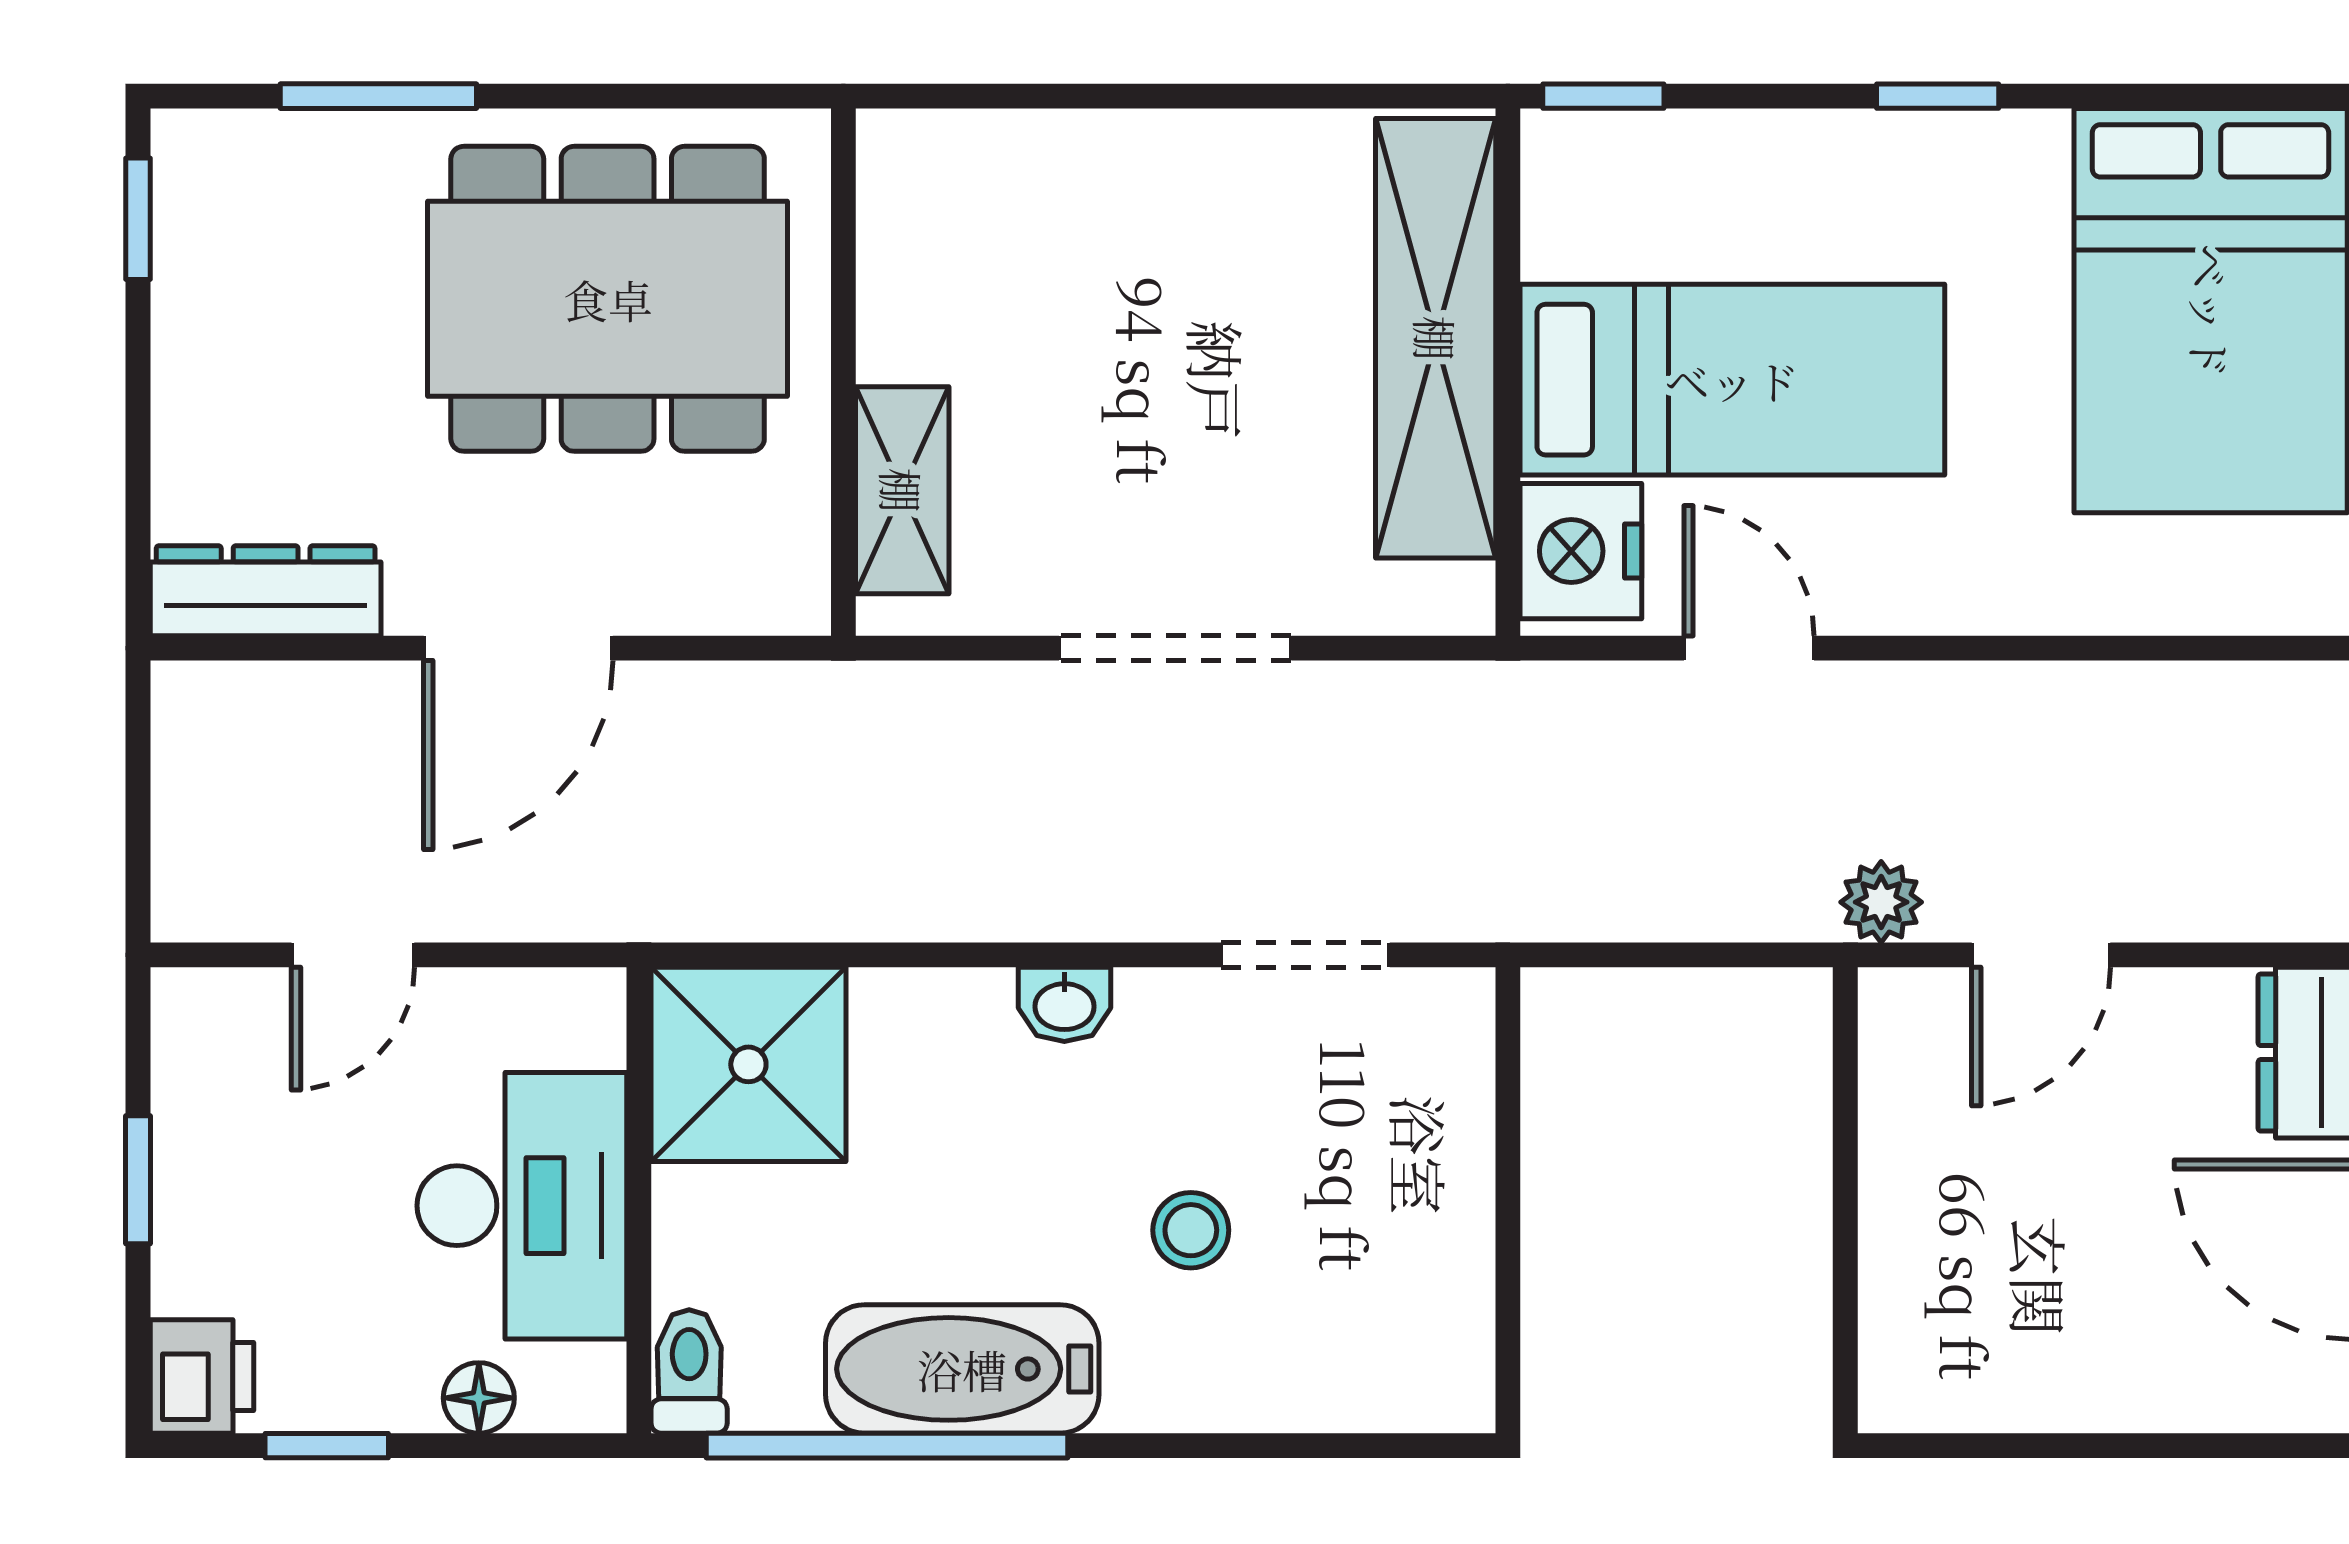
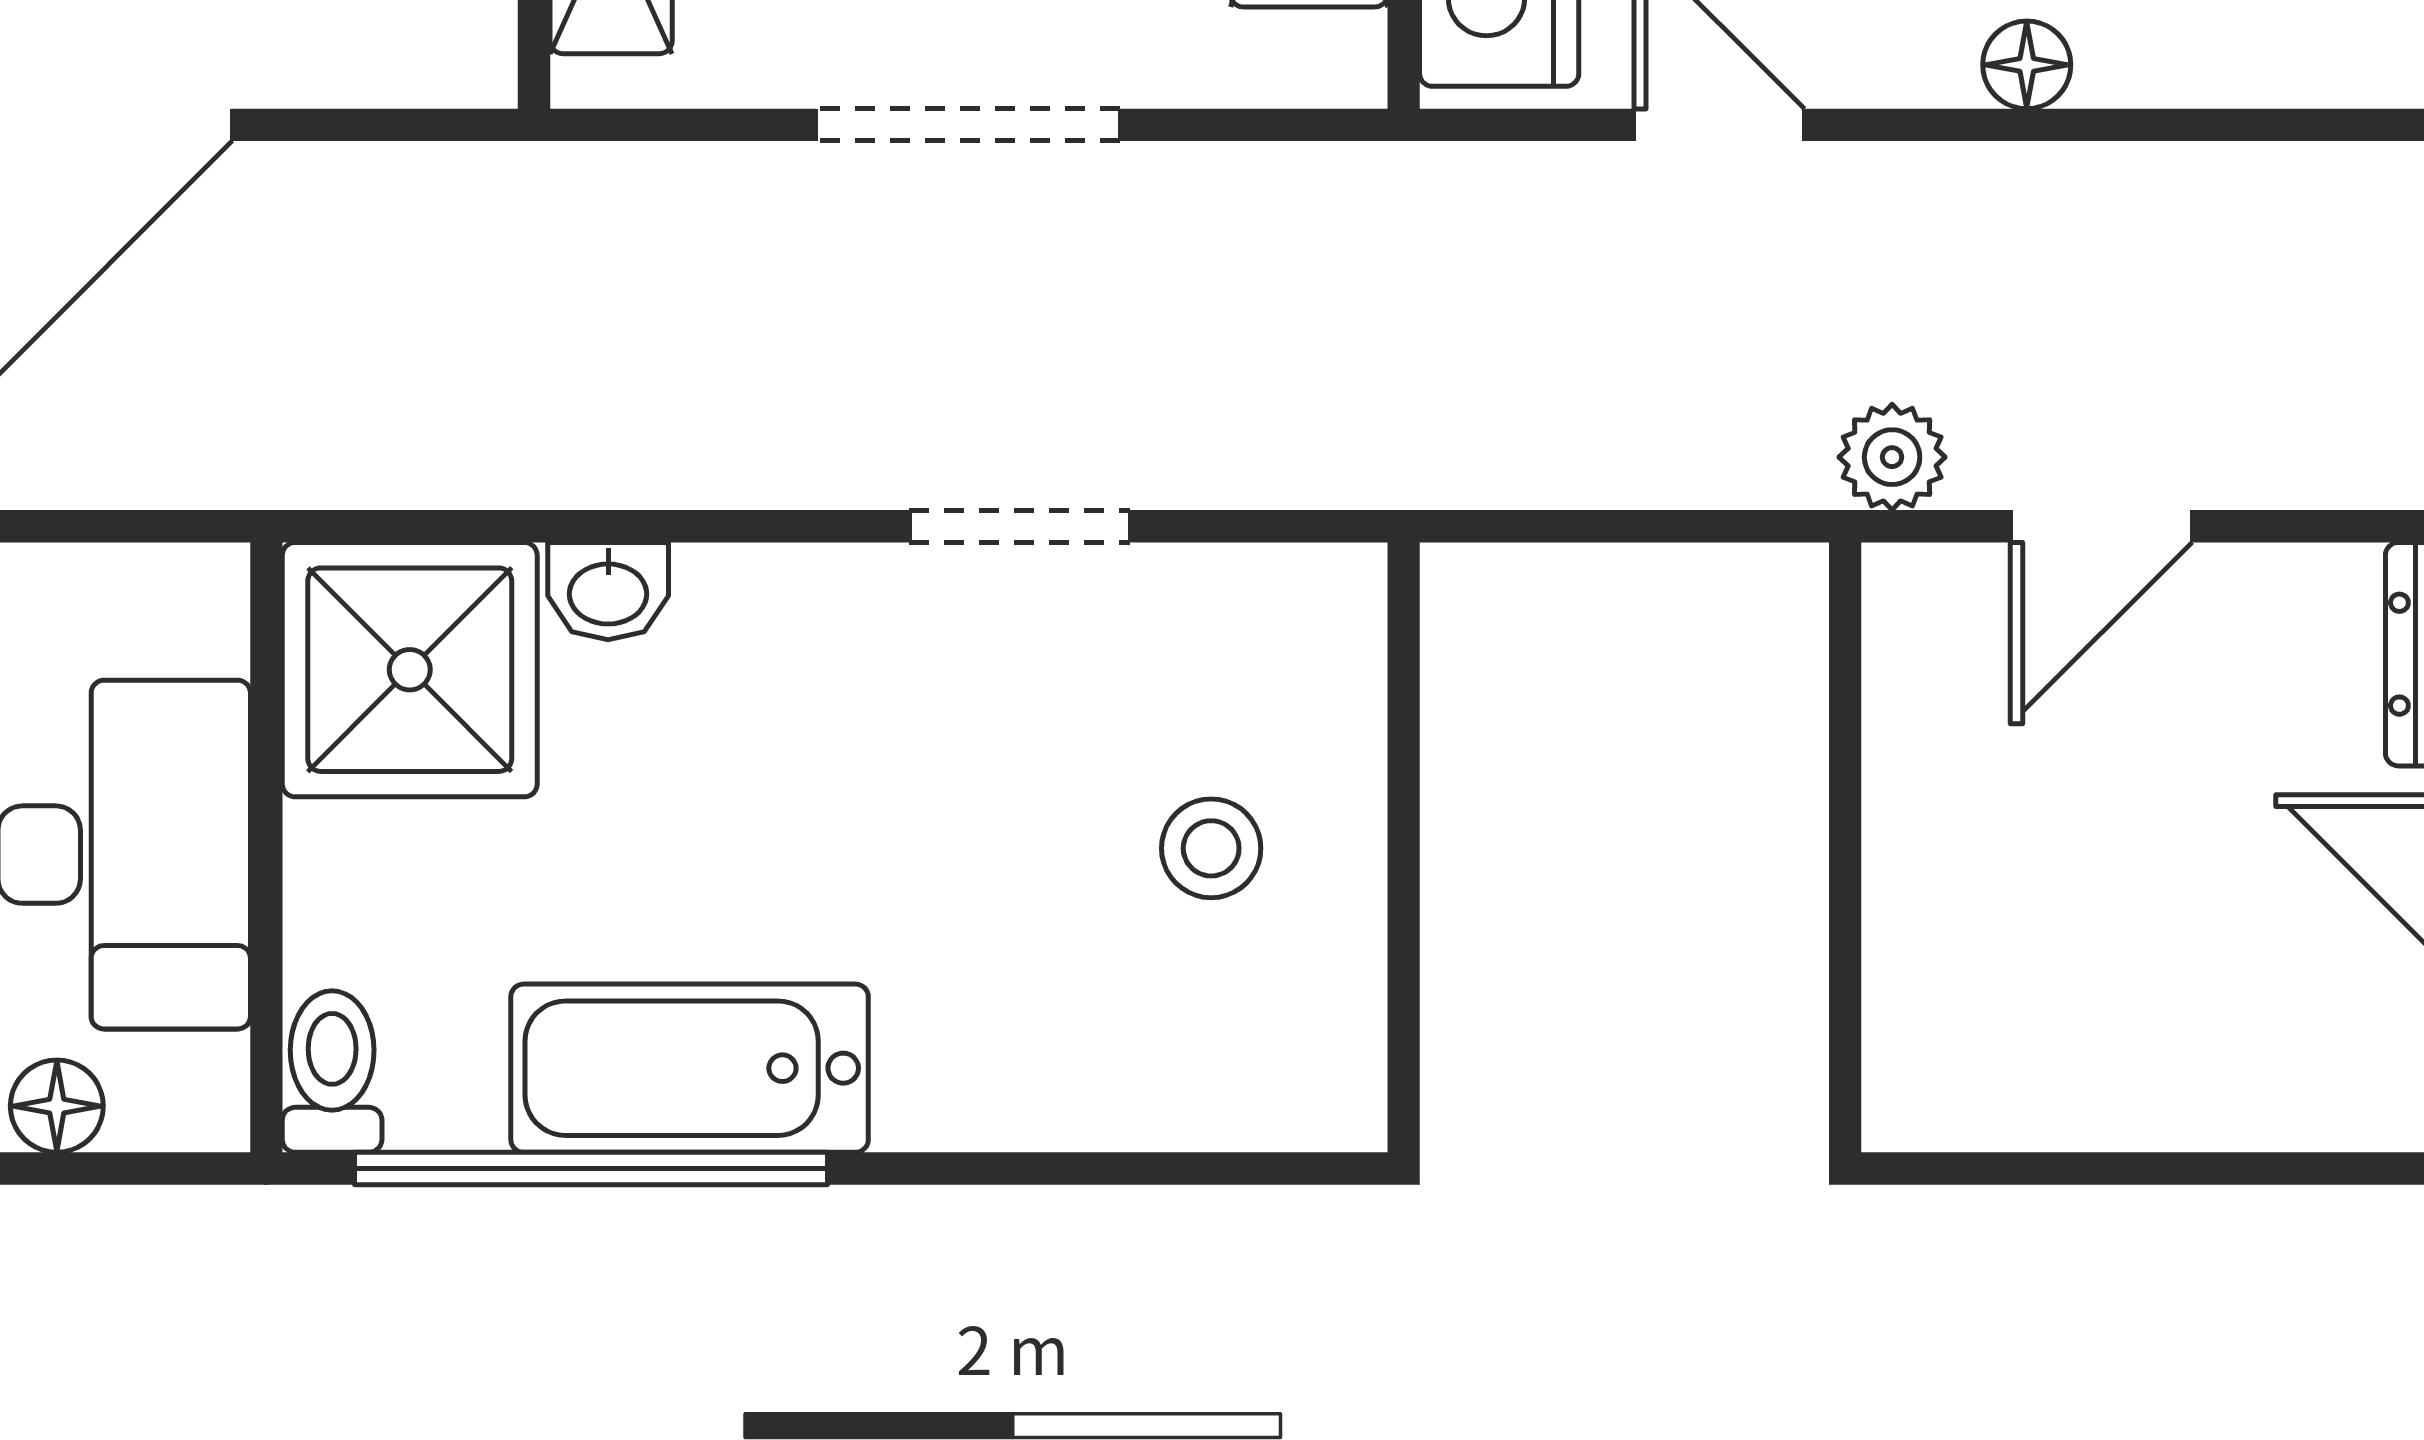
floor lamp: (1984, 602) -> (2027, 65), added
doorway: (1305, 955) -> (1020, 526), moved
washbasin: (1064, 1004) -> (608, 591), moved
stool: (1191, 1230) -> (1211, 848), moved

